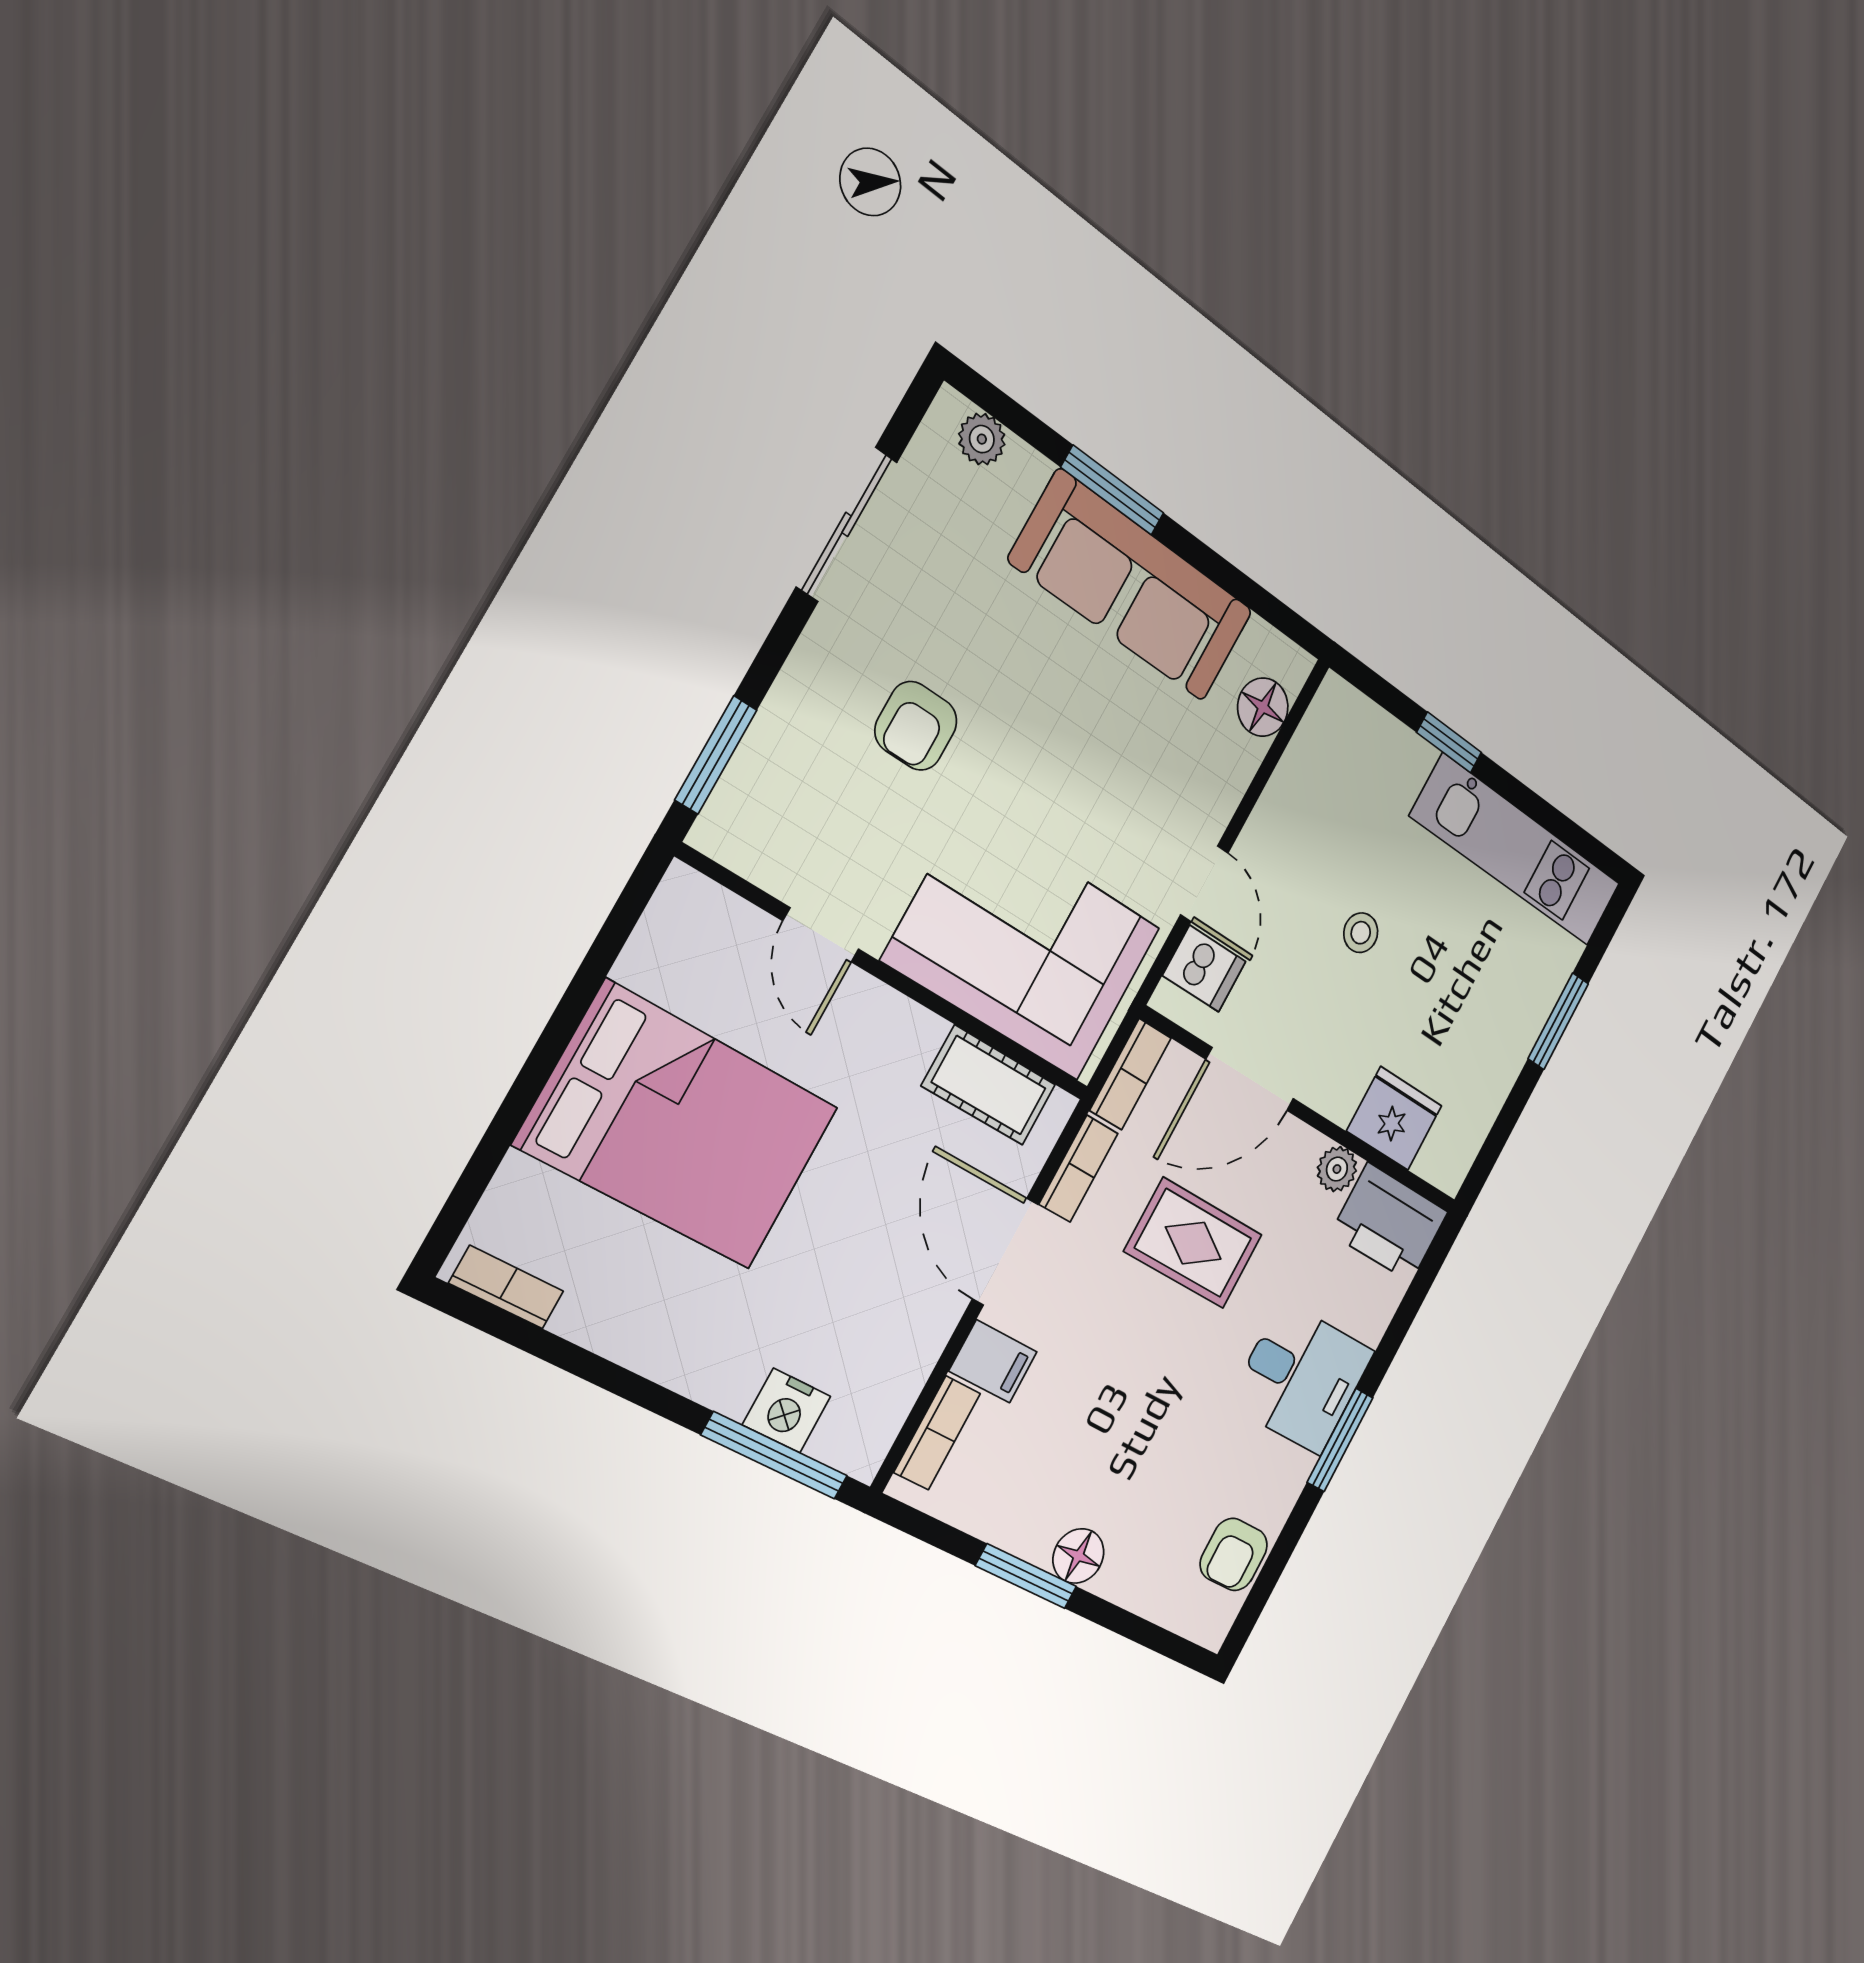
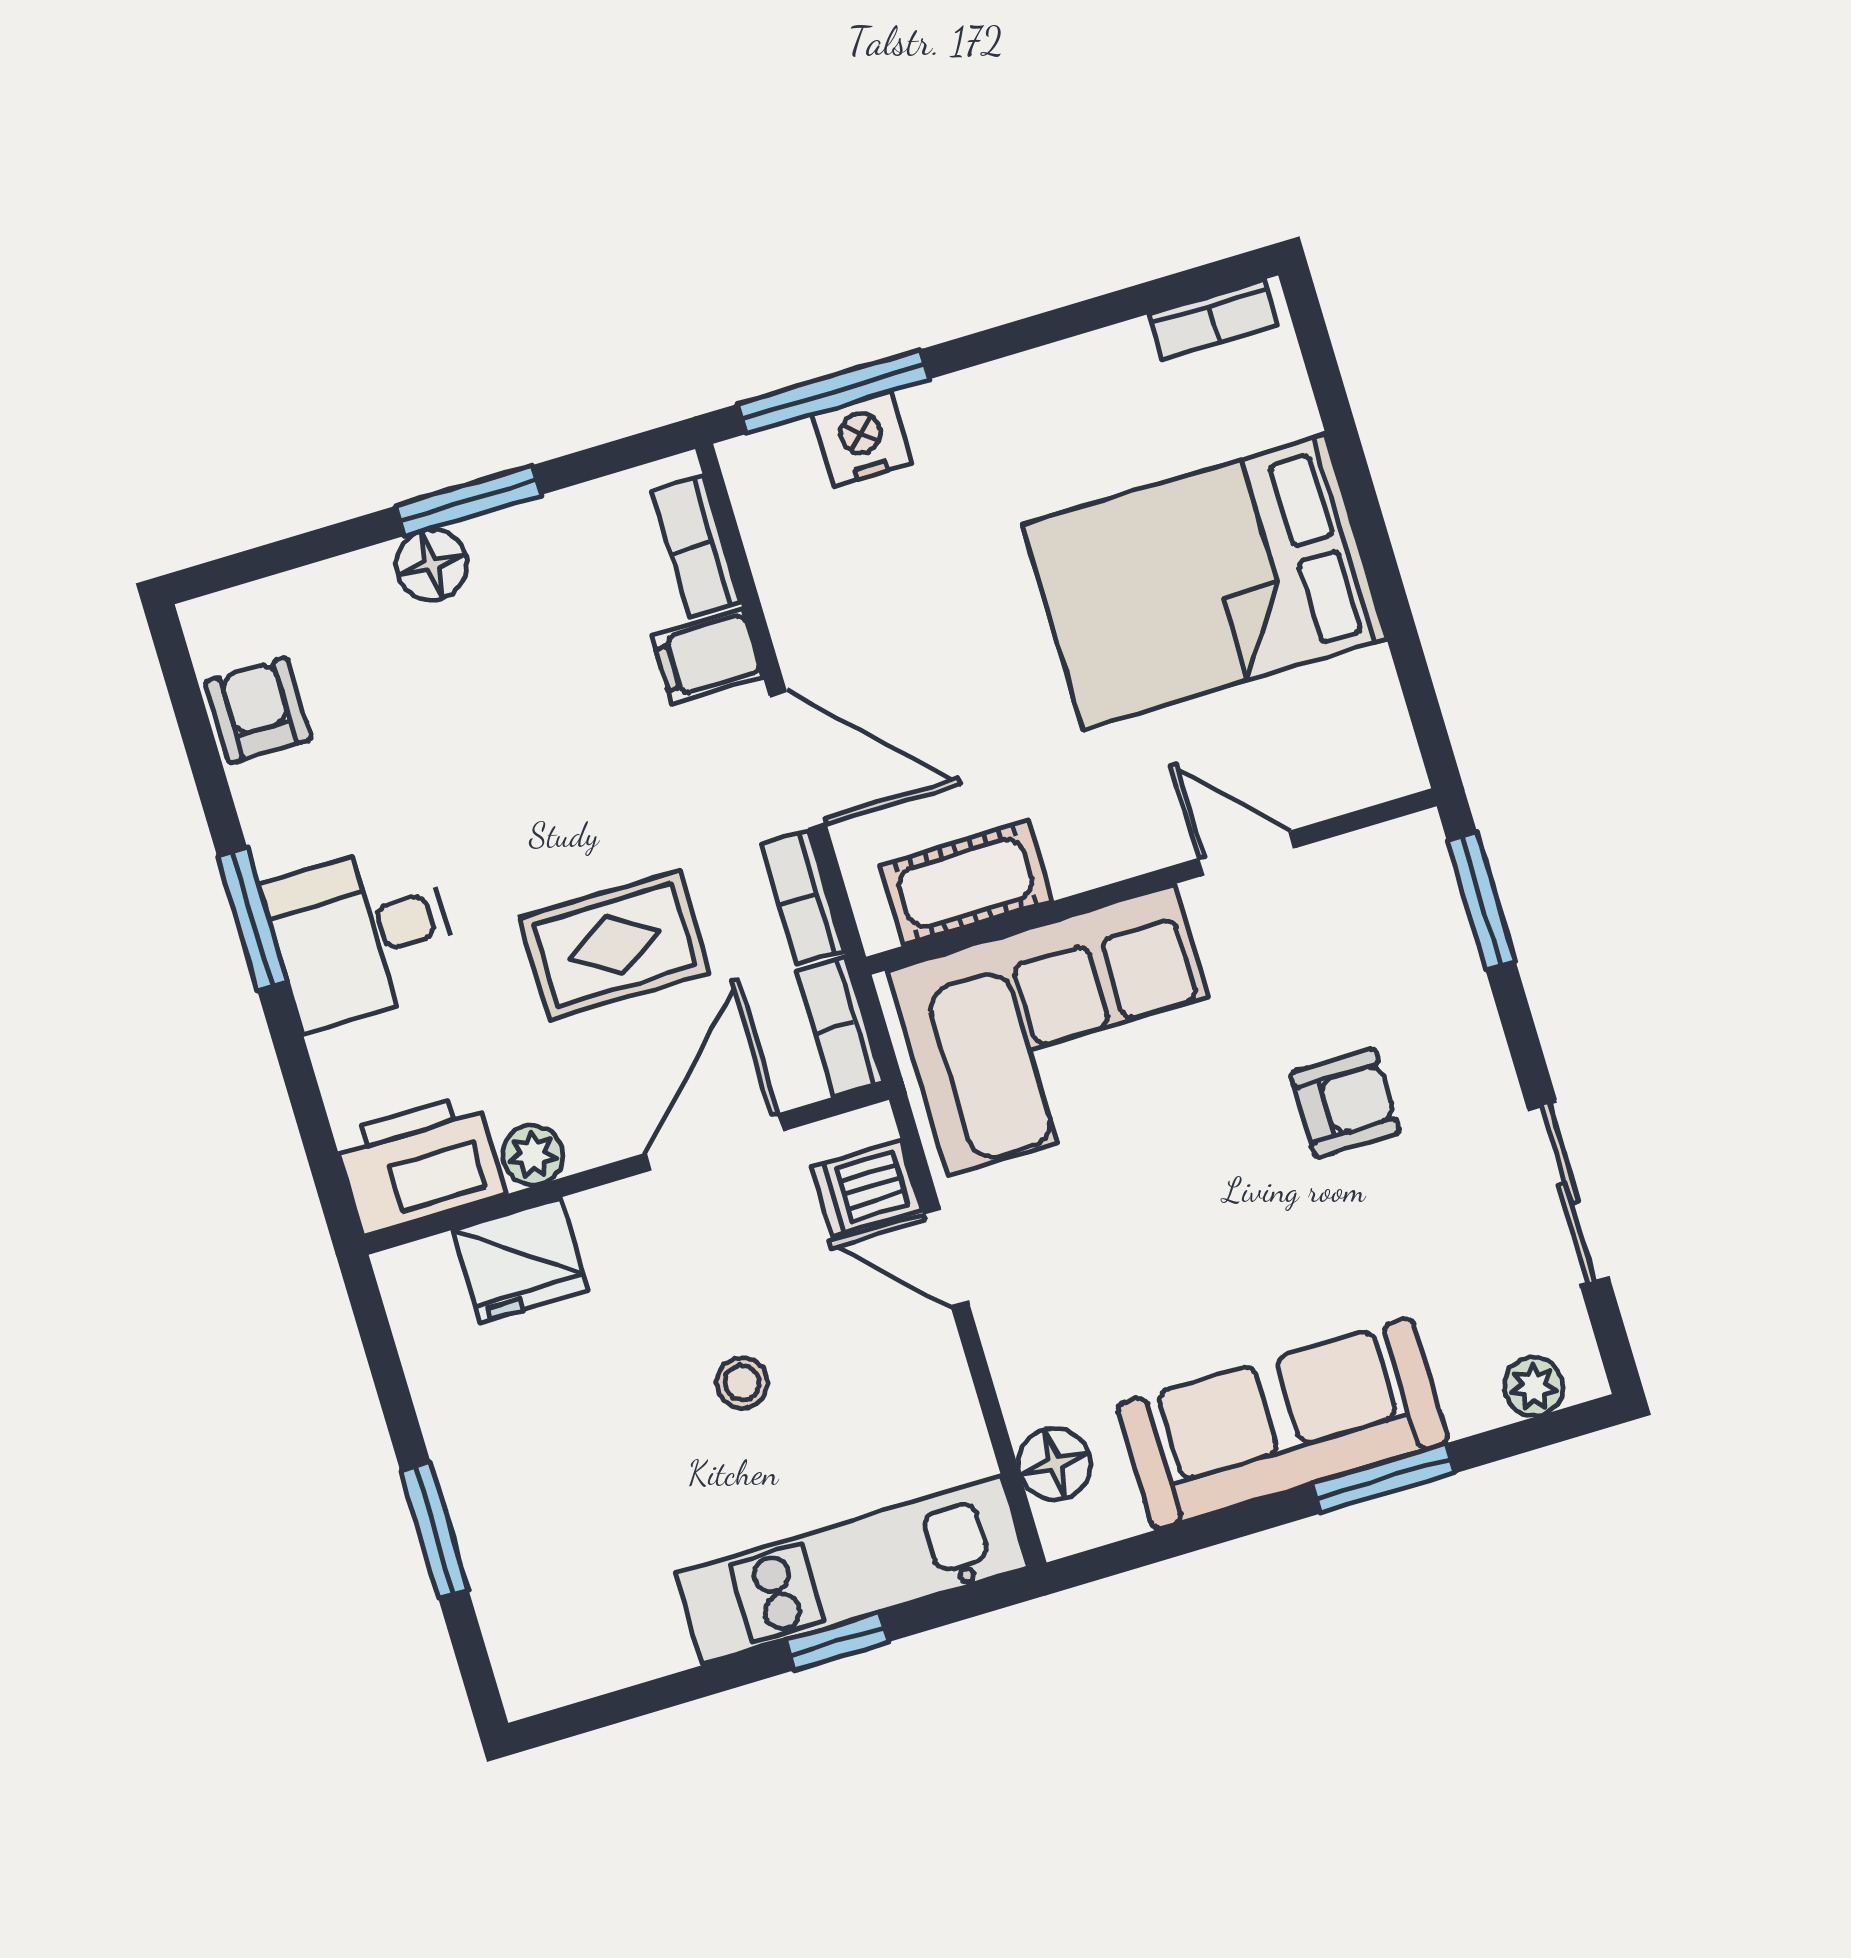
armchair: (916, 726) -> (1345, 1103), turned 90
kitchen unit: (1516, 851) -> (852, 1571), moved

